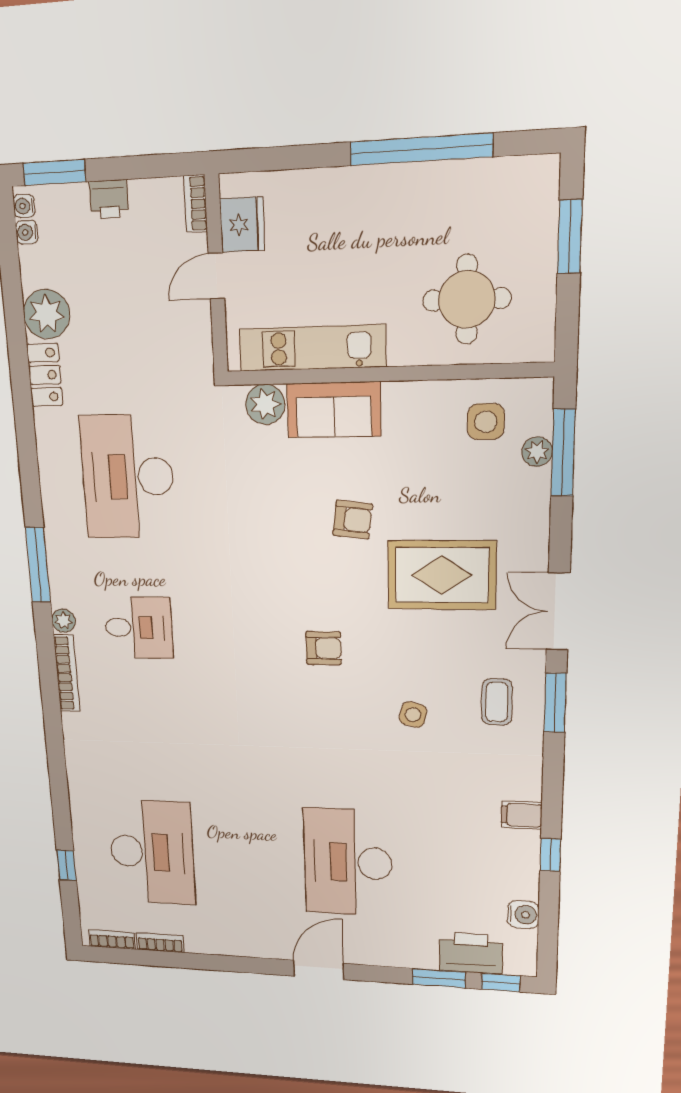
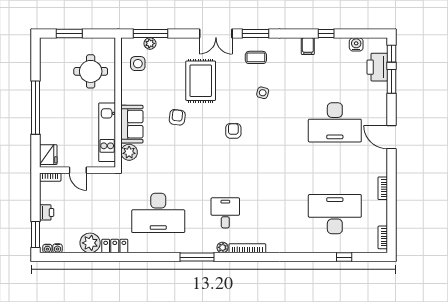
window: (421, 149) -> (35, 108), moved
fridge: (242, 225) -> (48, 155), moved, turned 90
bookcase: (160, 943) -> (383, 188), moved

